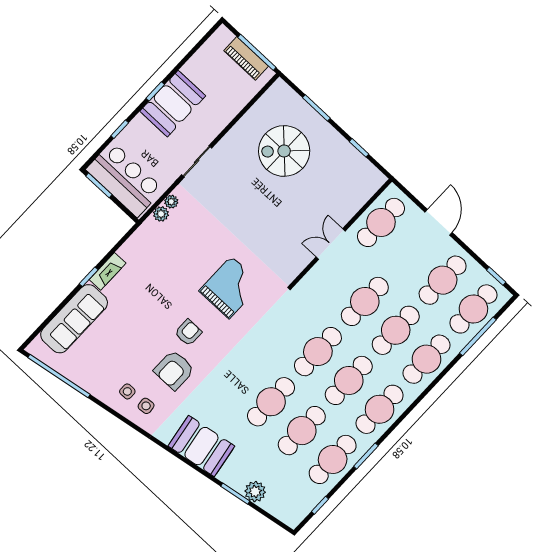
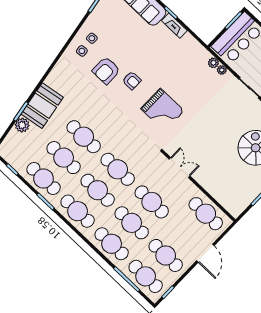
door: (439, 222) -> (205, 253), hinge flipped
double door: (331, 244) -> (179, 168), moved
armchair: (174, 370) -> (106, 71), turned -90
booth: (201, 446) -> (42, 106), moved

